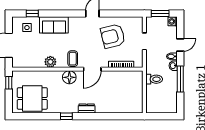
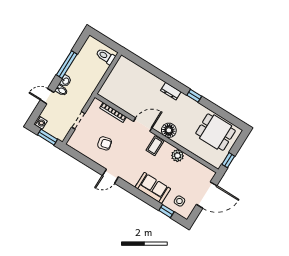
armchair: (113, 36) -> (105, 143), width x0.53, depth x0.53
toilet: (154, 79) -> (106, 56), moved

